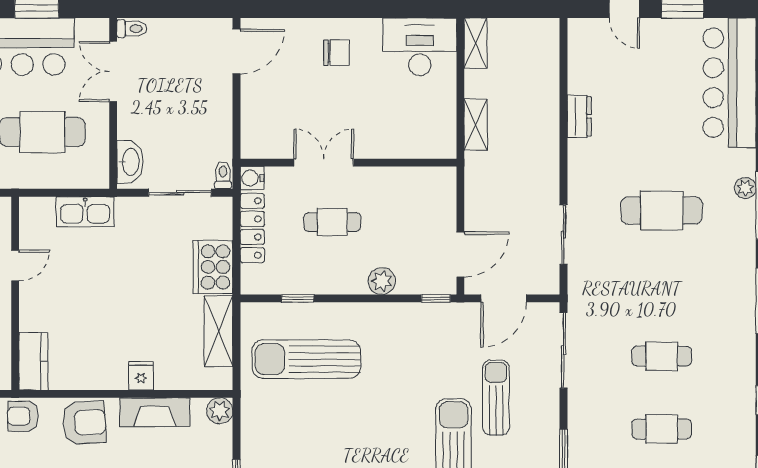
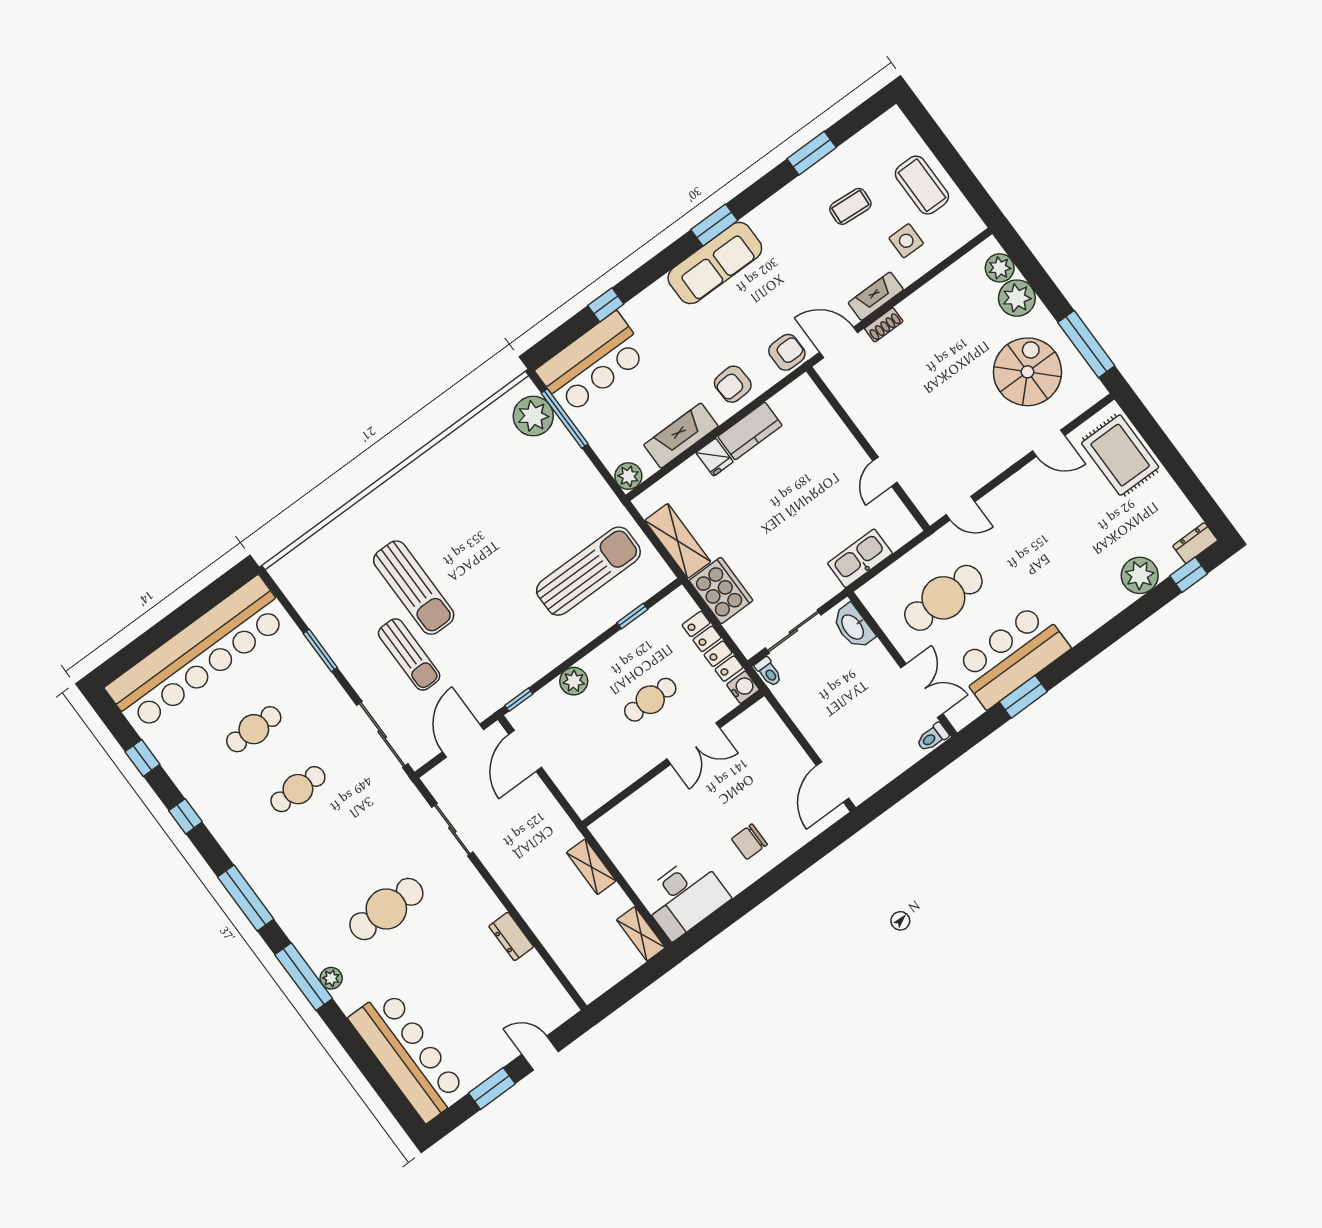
kitchen counter: (33, 361) -> (750, 431), moved, turned -90
armchair: (84, 423) -> (733, 384), width x0.72, depth x0.72

